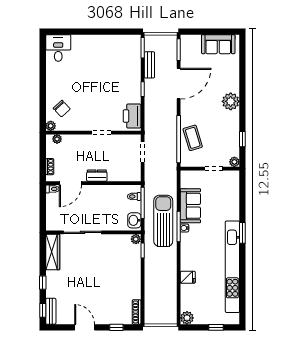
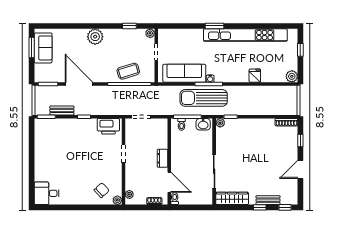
window: (219, 32) -> (32, 47), added
sofa: (190, 206) -> (184, 73), width x1.36
bench: (51, 311) -> (268, 200), moved

